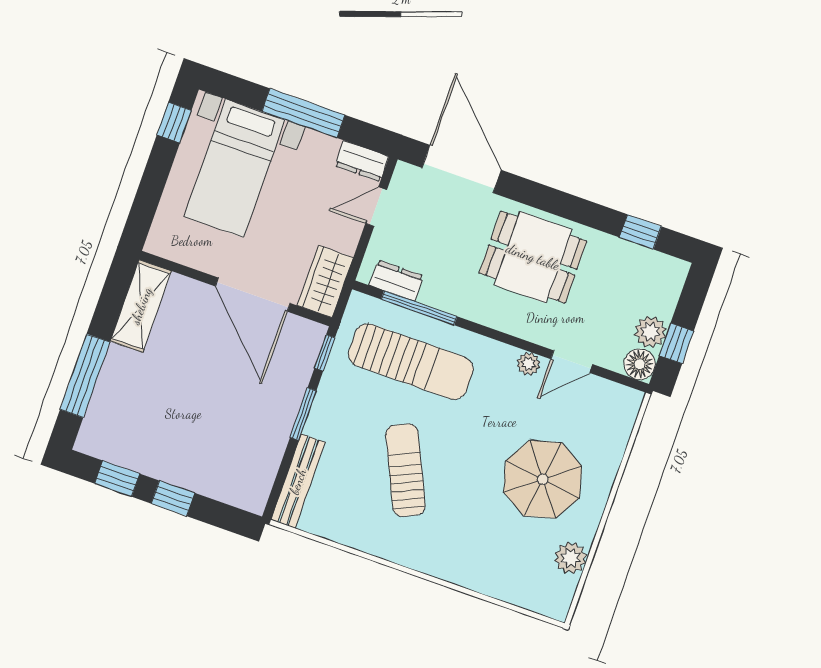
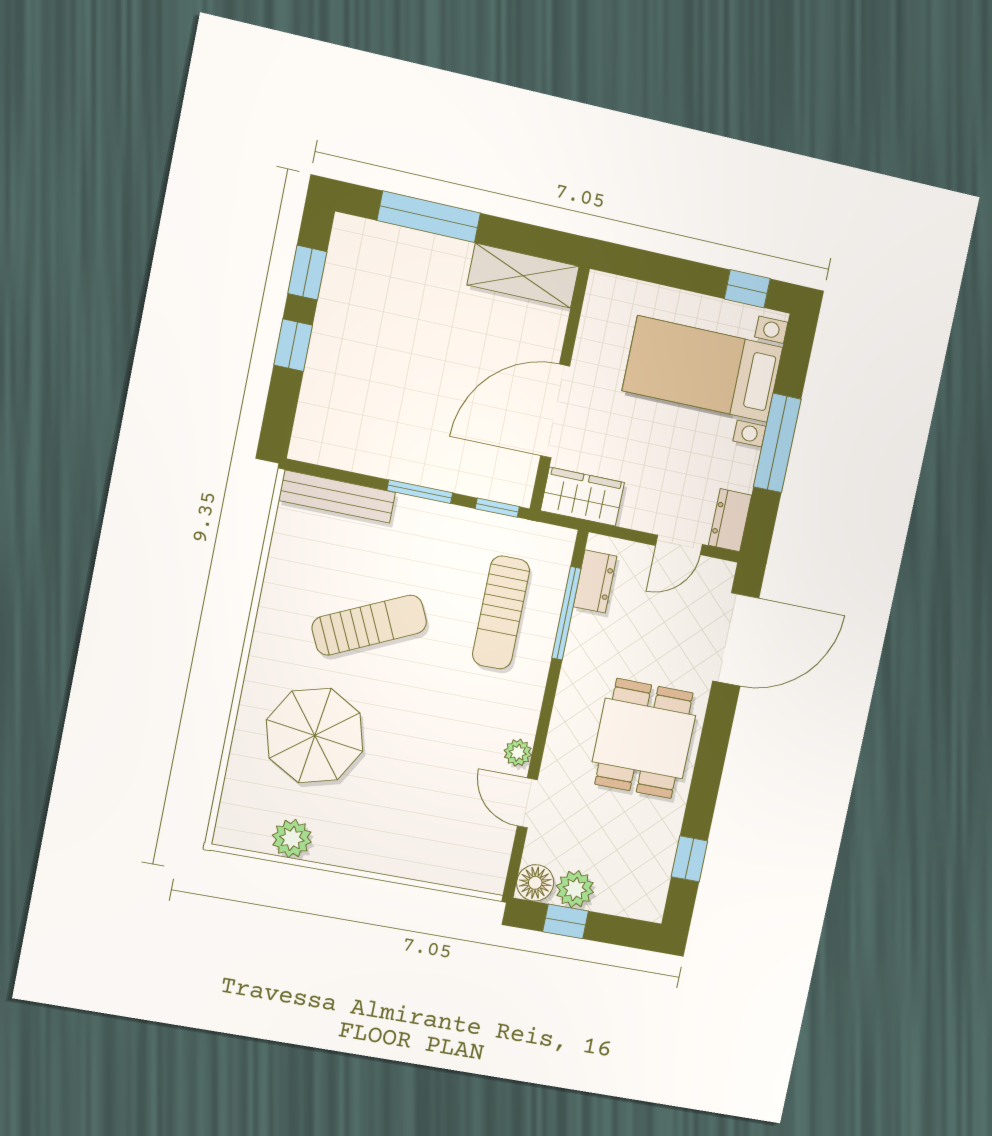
door: (376, 207) -> (679, 545), swing flipped
sun lounger: (411, 362) -> (501, 613), width x0.73, depth x0.75
parasol: (543, 479) -> (315, 736), moved

